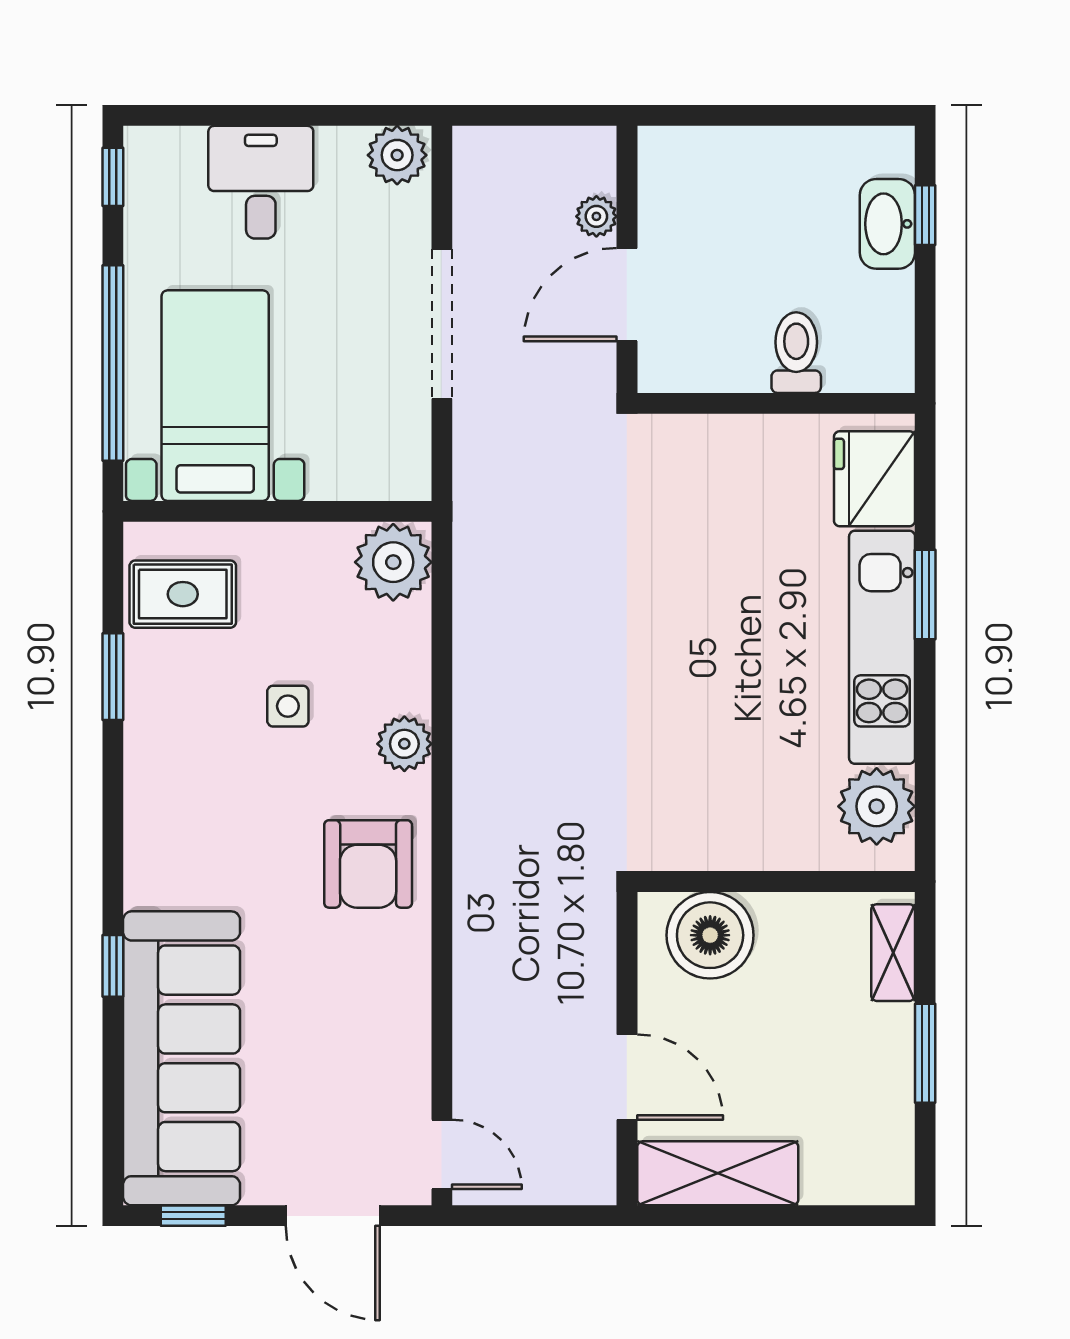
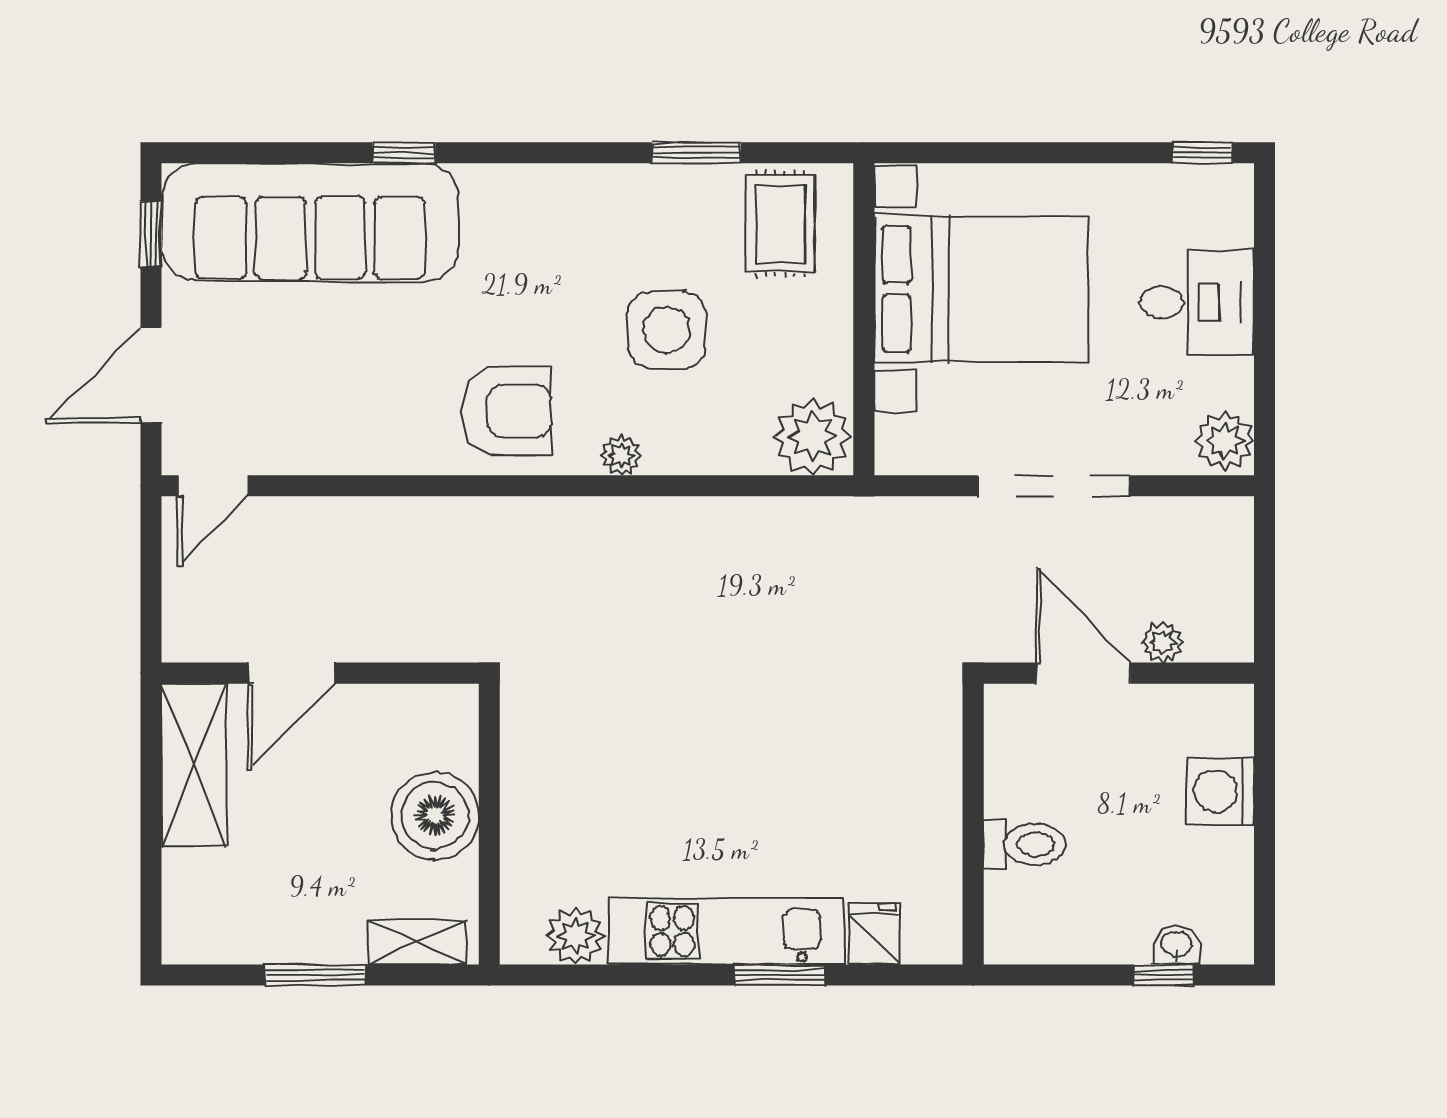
washing machine: (744, 159) -> (1221, 791), added
washbasin: (887, 224) -> (1177, 945), width x0.52, depth x0.69
window: (113, 363) -> (1014, 153), removed
bed with nightstands: (215, 396) -> (981, 289), width x1.36
fridge: (875, 479) -> (874, 934), width x0.53, depth x0.75
side table: (288, 706) -> (667, 330), width x1.87, depth x1.87
plant: (404, 744) -> (621, 455), width x0.73, depth x0.73
plant: (877, 806) -> (576, 936), width x0.73, depth x0.73
armchair: (368, 864) -> (507, 411), turned 180
boiler: (710, 935) -> (435, 815), moved

